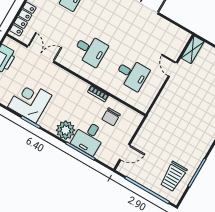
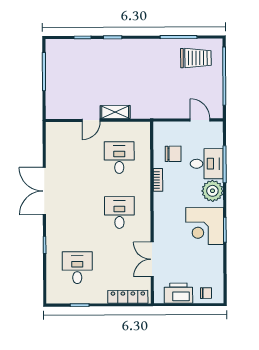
shelving: (193, 50) -> (115, 112), moved
corner desk: (30, 101) -> (205, 226), moved

